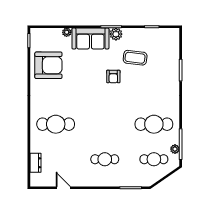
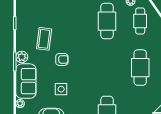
side table: (82, 76) -> (61, 89), added
cafe table: (105, 159) -> (140, 68), width x1.37, depth x1.35

